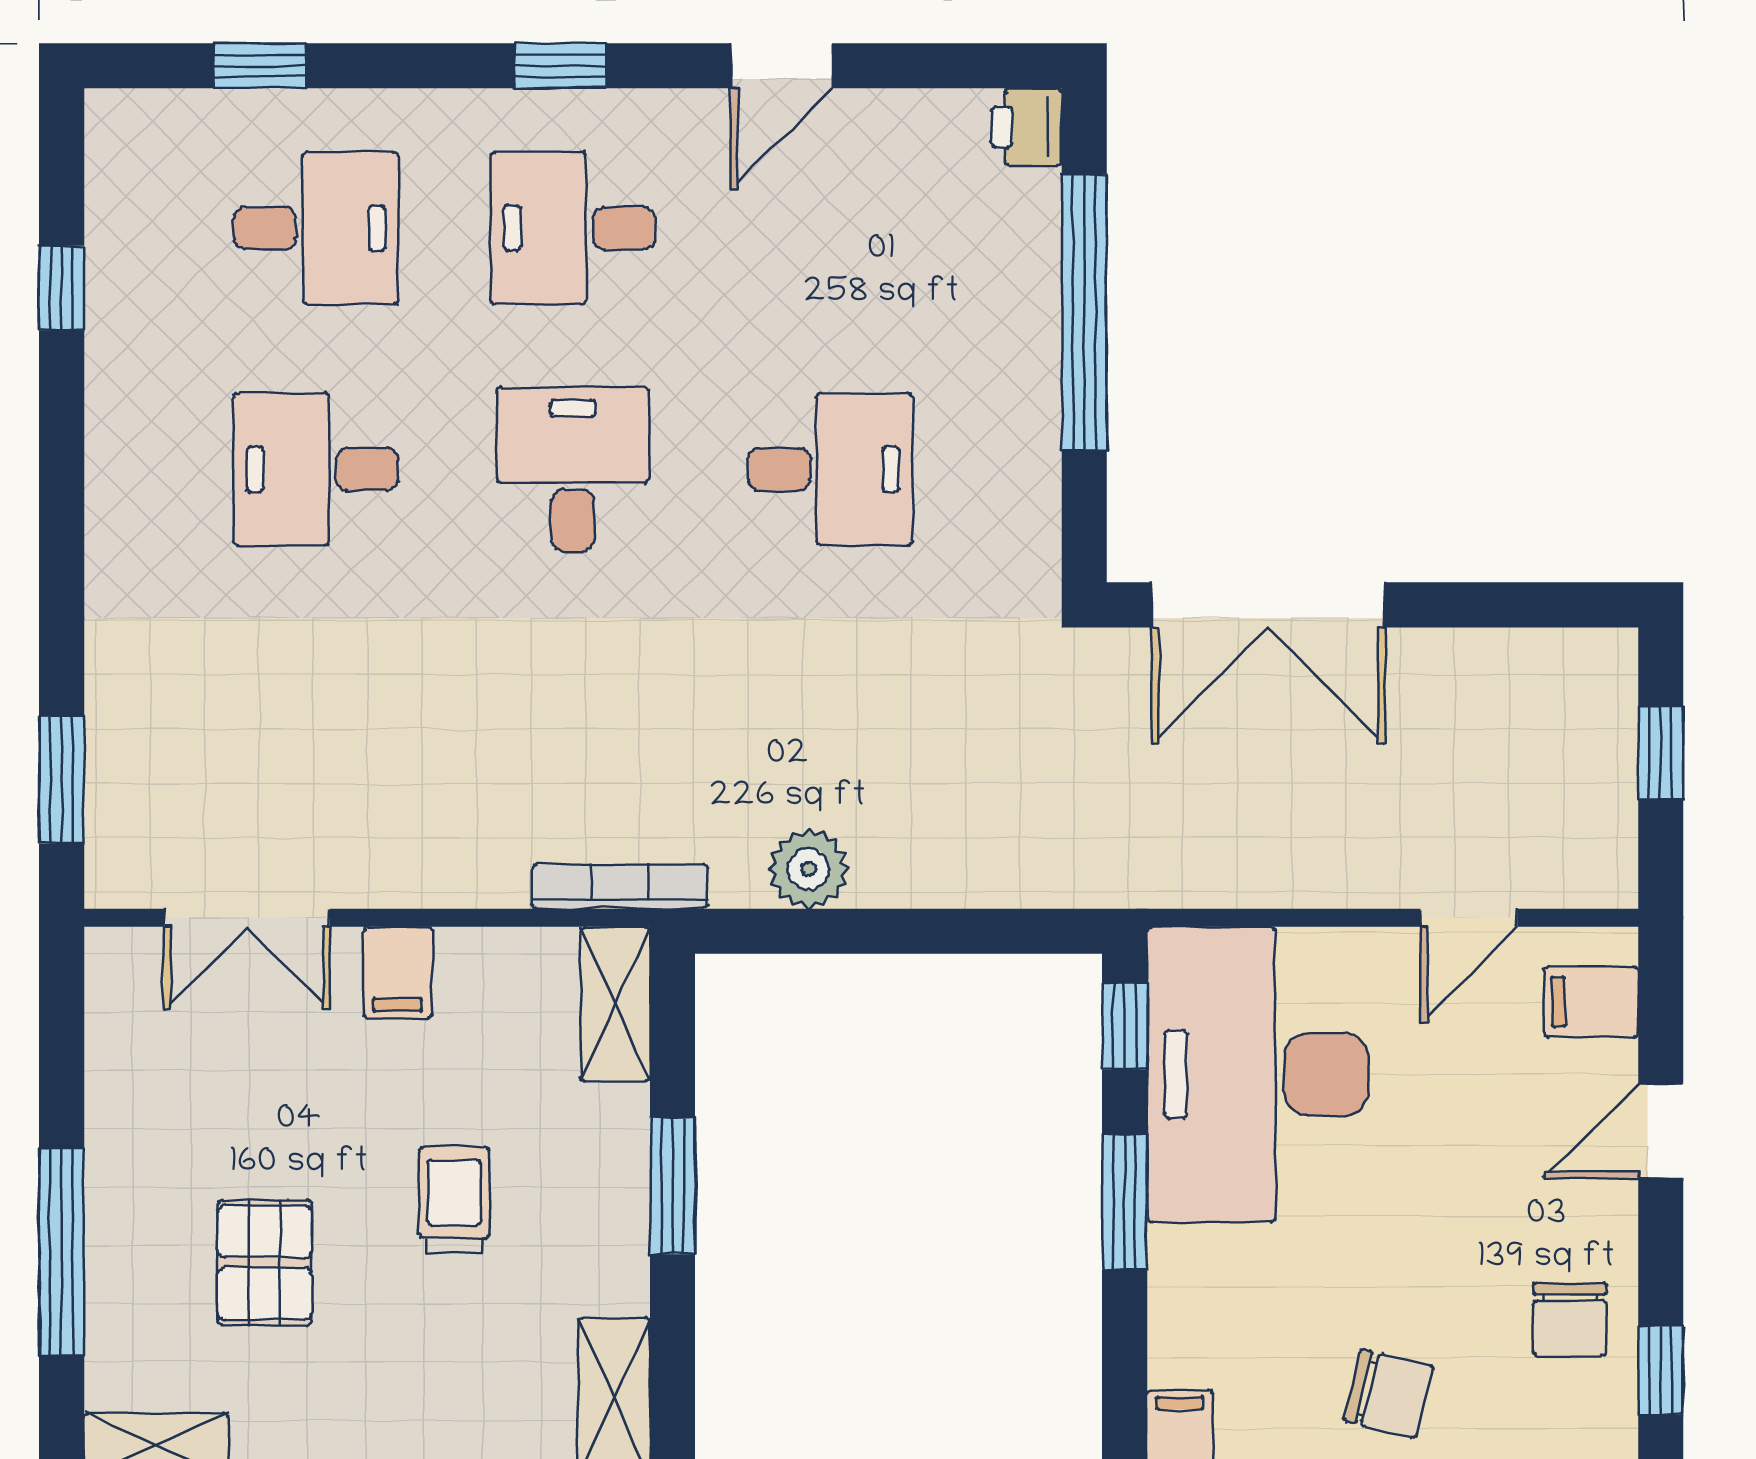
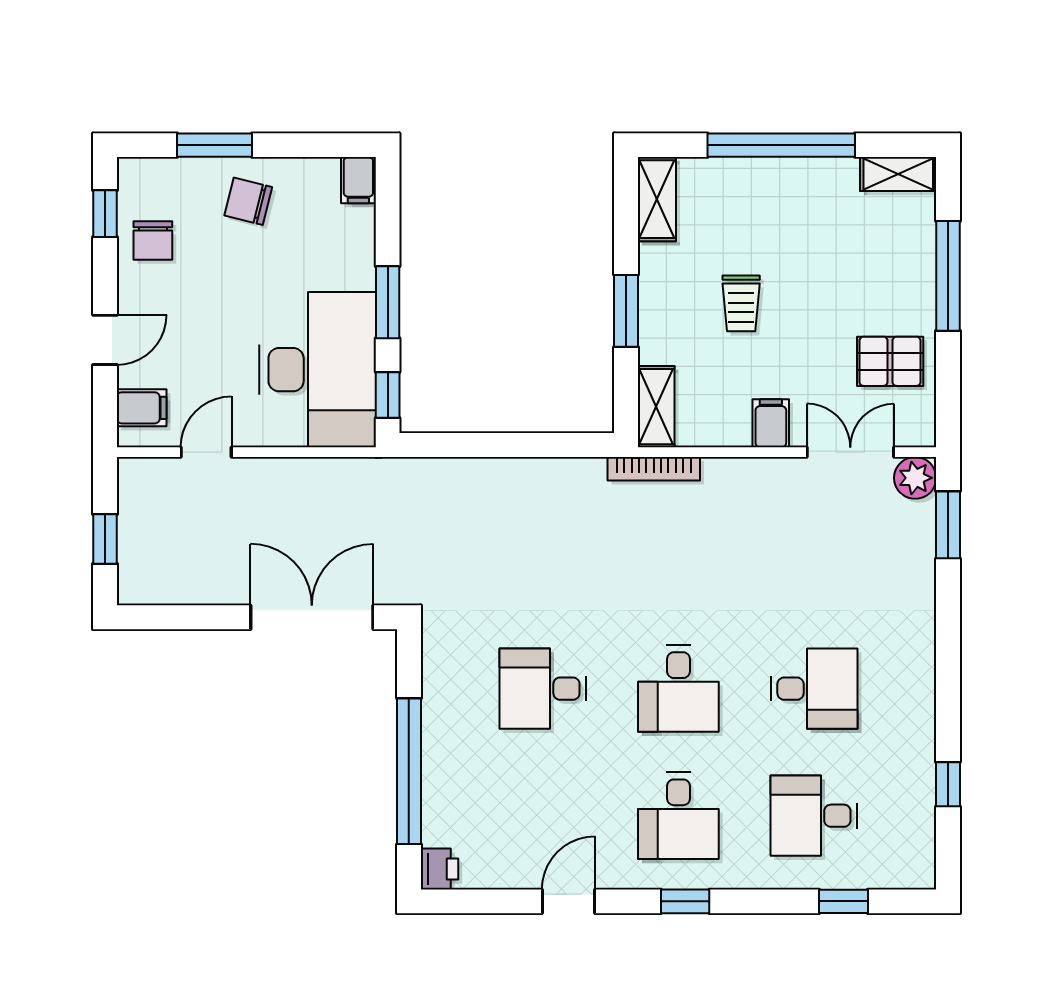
desk: (573, 228) -> (678, 816), turned 90
plant: (809, 869) -> (915, 478), moved
pallet: (265, 1263) -> (890, 361), moved, turned 90
chair: (1570, 1319) -> (153, 240), turned 180

